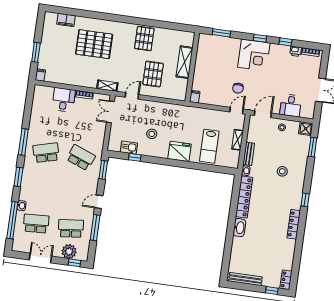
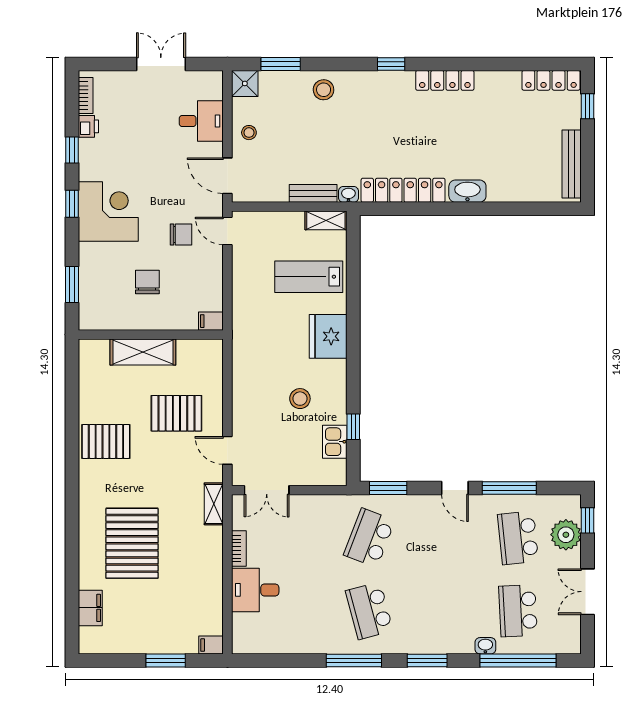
chair: (218, 69) -> (147, 282), added
shelving: (238, 140) -> (326, 220), moved
lab bench: (209, 146) -> (309, 277), turned 180
stool: (282, 171) -> (324, 90), moved
locker: (286, 280) -> (551, 80), width x1.53

